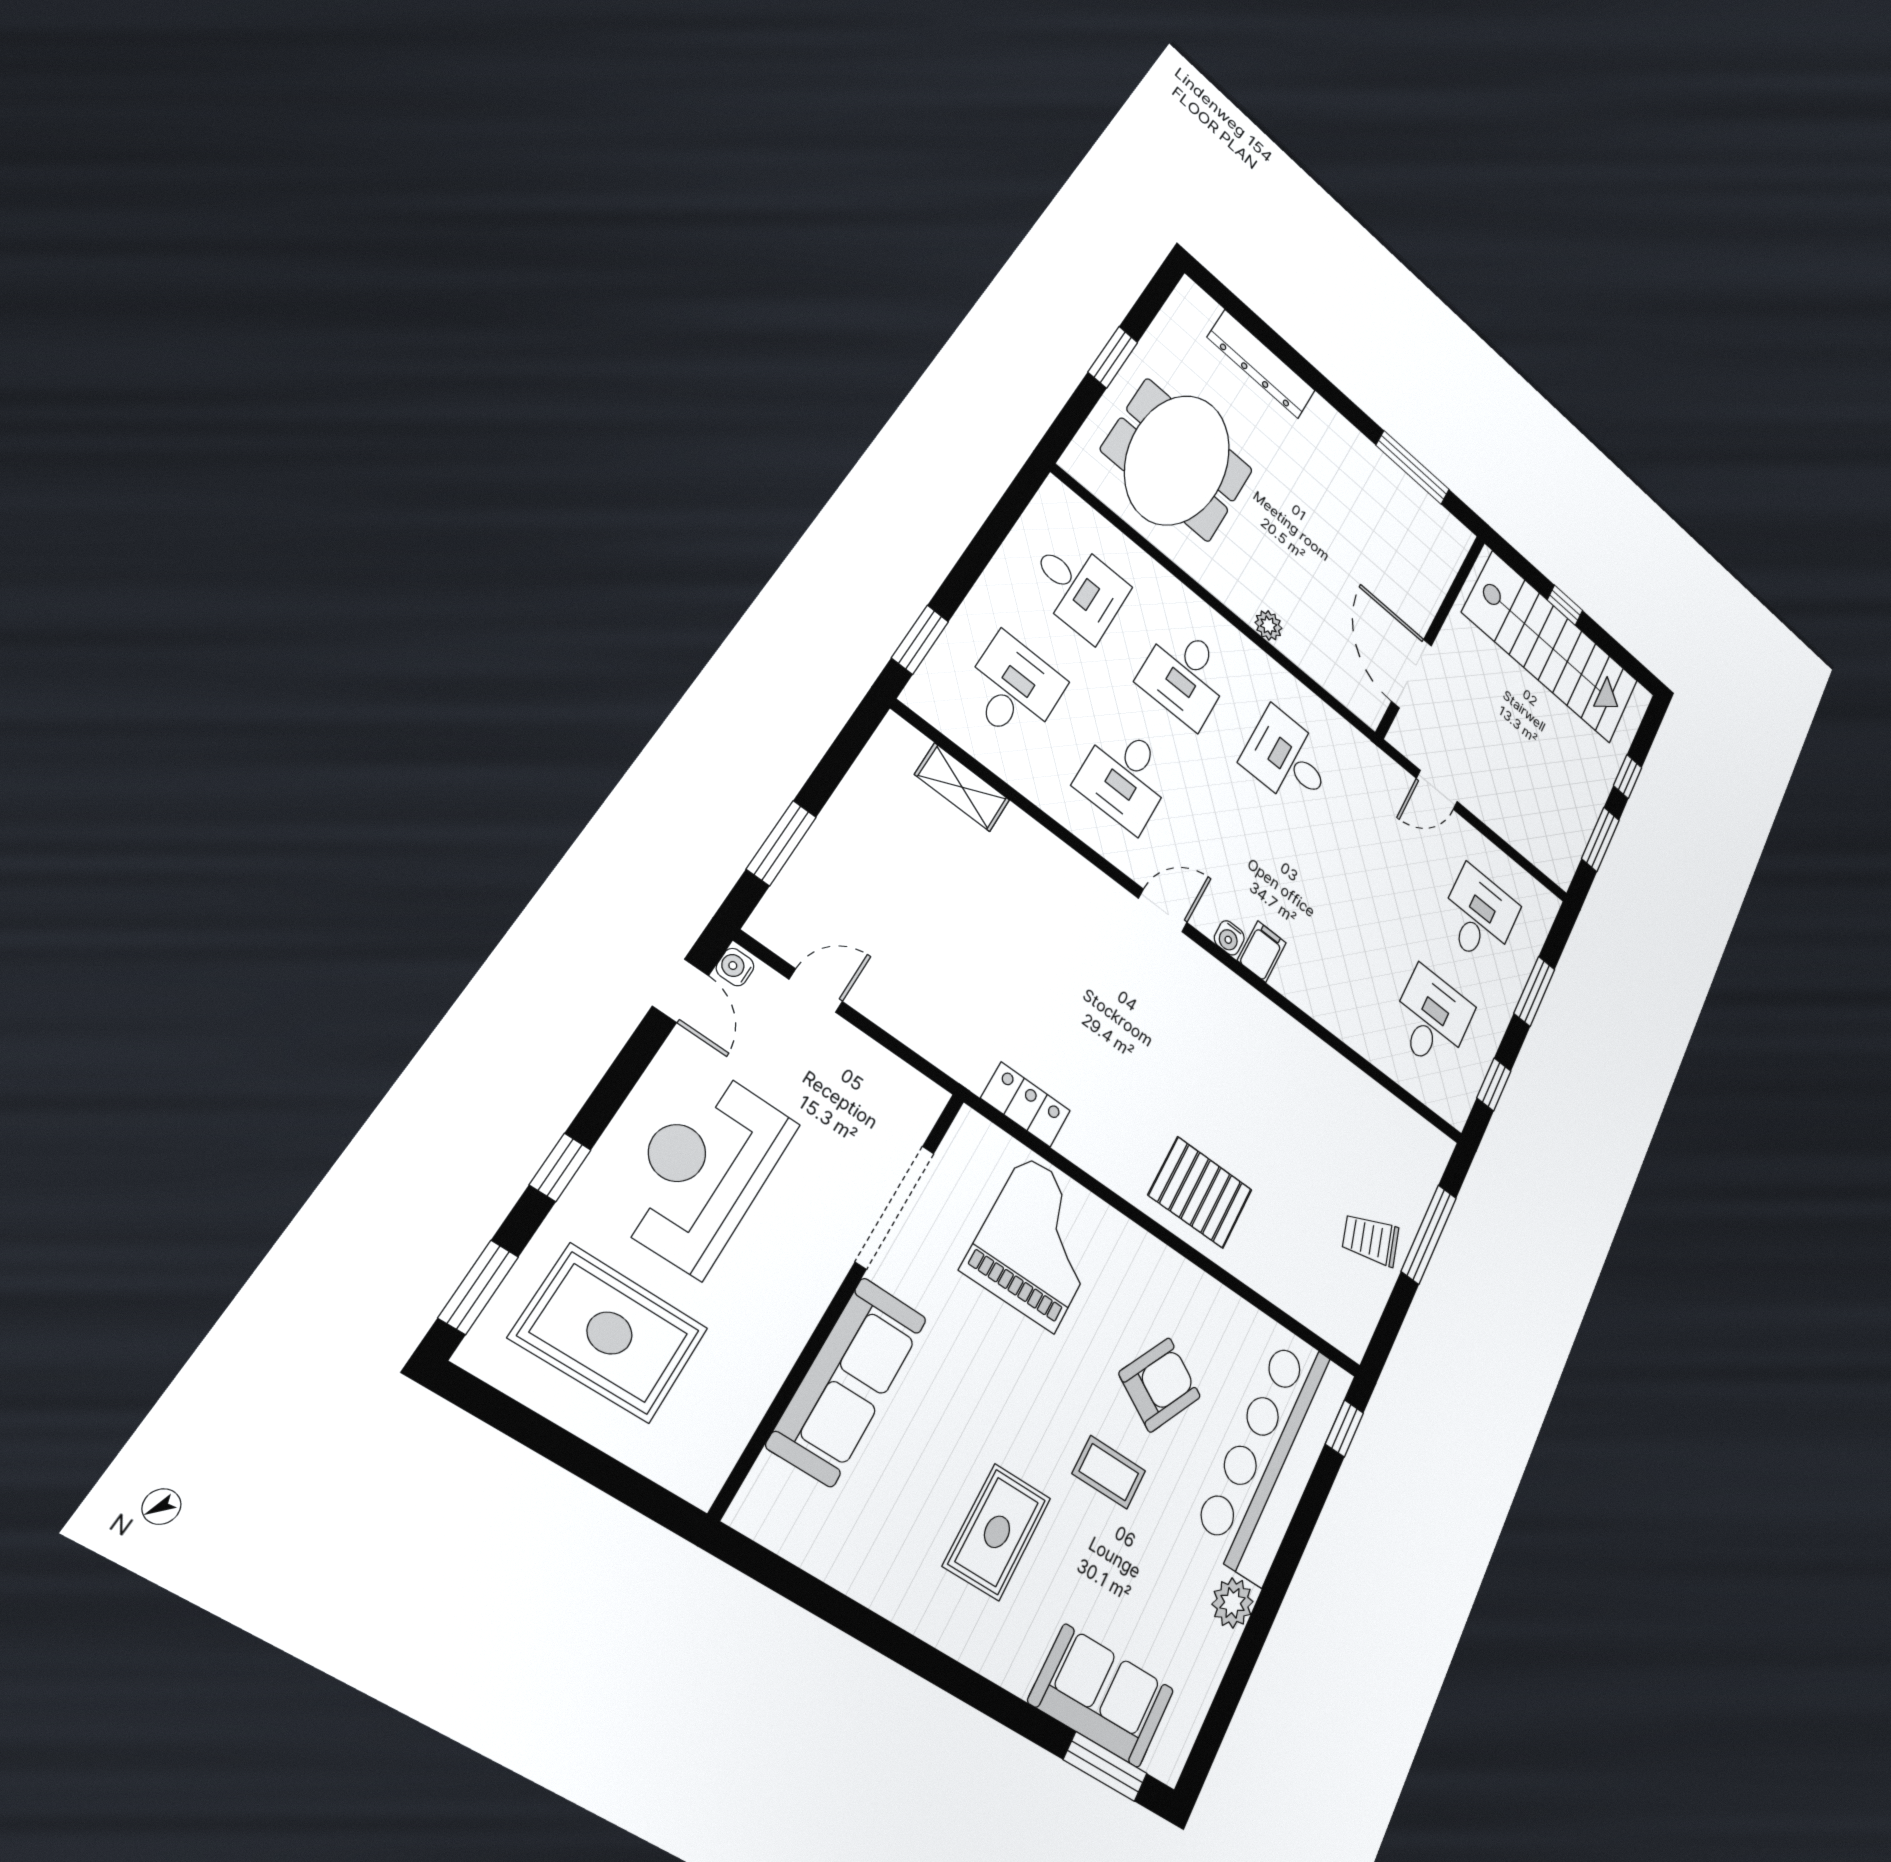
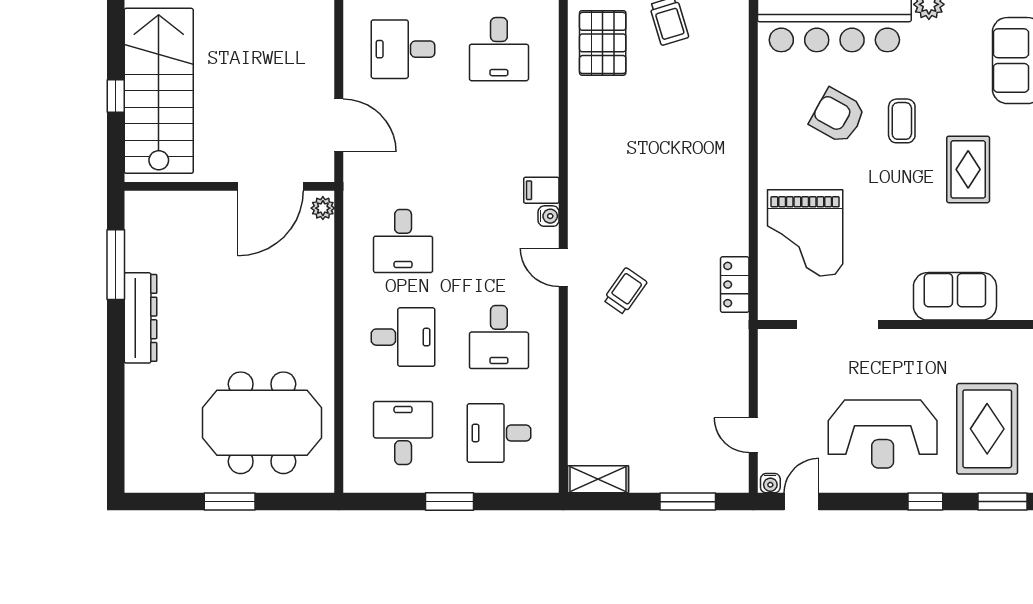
dresser: (1262, 364) -> (140, 318), moved
plant: (1269, 625) -> (323, 208), moved
window: (920, 640) -> (450, 502), moved
desk: (1125, 777) -> (499, 337), turned 90
shelving: (962, 787) -> (598, 479), moved, turned 90
door: (1437, 790) -> (339, 125), width x1.38
trolley: (1095, 962) -> (625, 291), added
desk: (1432, 1019) -> (499, 49), turned -90
pallet: (1200, 1192) -> (603, 43), moved
grand piano: (1039, 1243) -> (805, 233), turned -90
sofa: (848, 1381) -> (955, 296), width x0.73
rug: (997, 1532) -> (968, 169), turned 90

